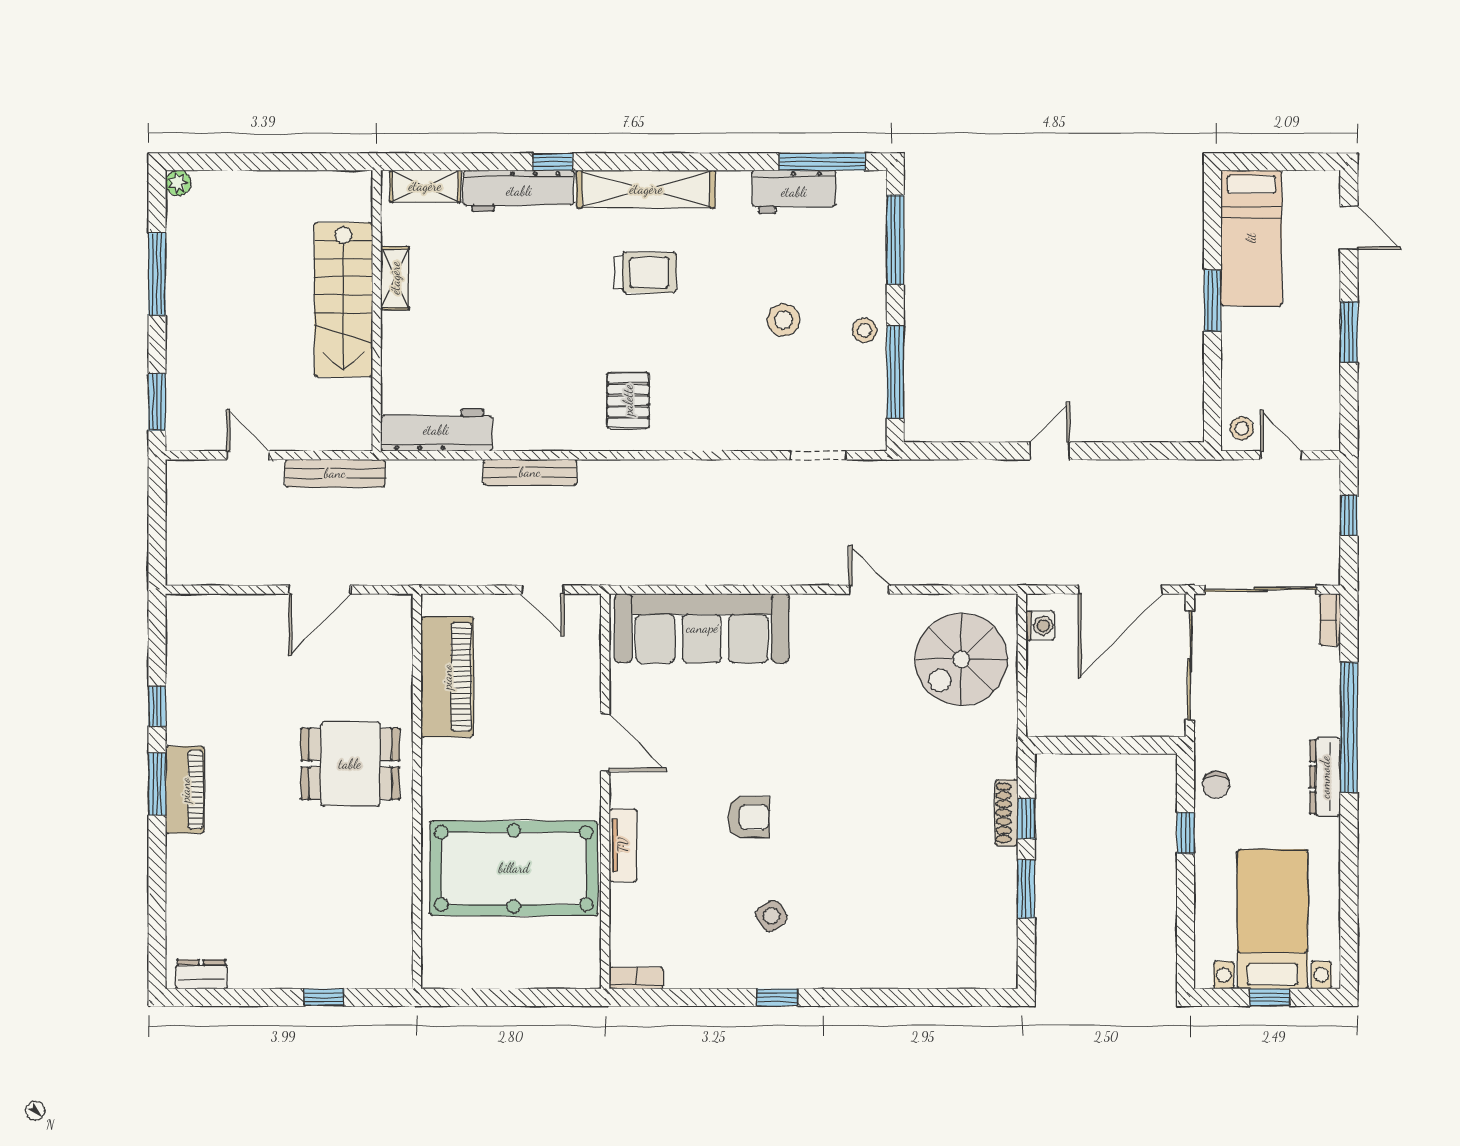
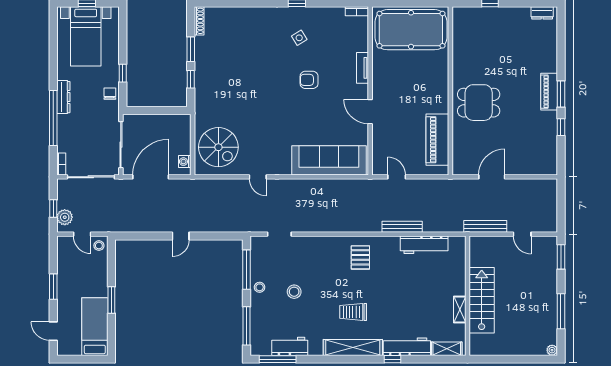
workbench: (436, 430) -> (424, 245), moved
plant: (1322, 495) -> (65, 217), added
spiral stairs: (961, 659) -> (218, 147), turned 90
shoe rack: (1007, 813) -> (199, 21), moved
pool table: (514, 868) -> (411, 30), moved

